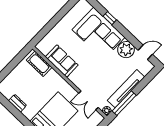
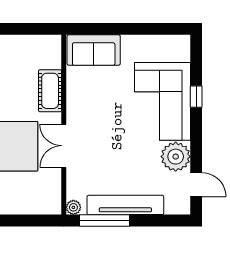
sofa: (62, 61) -> (94, 50), moved, turned 90
cot: (39, 64) -> (50, 91), moved
double door: (88, 100) -> (64, 146), moved

